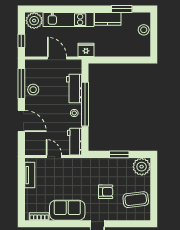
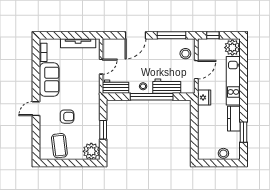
stool: (33, 90) -> (185, 54), moved
tv unit: (30, 175) -> (78, 43), width x1.41
armchair: (106, 192) -> (67, 117), turned -90

